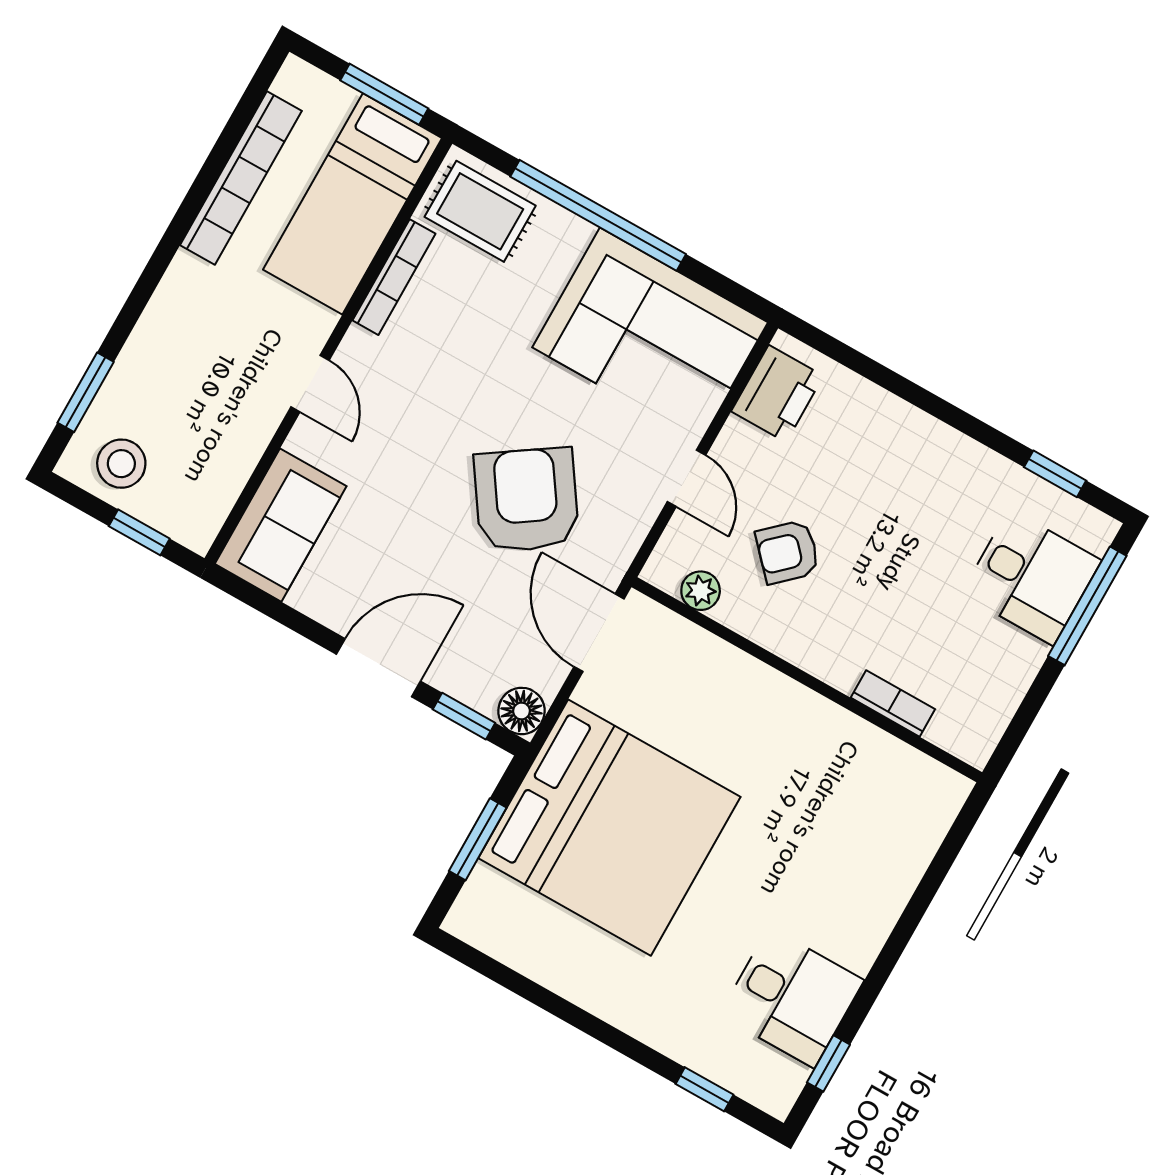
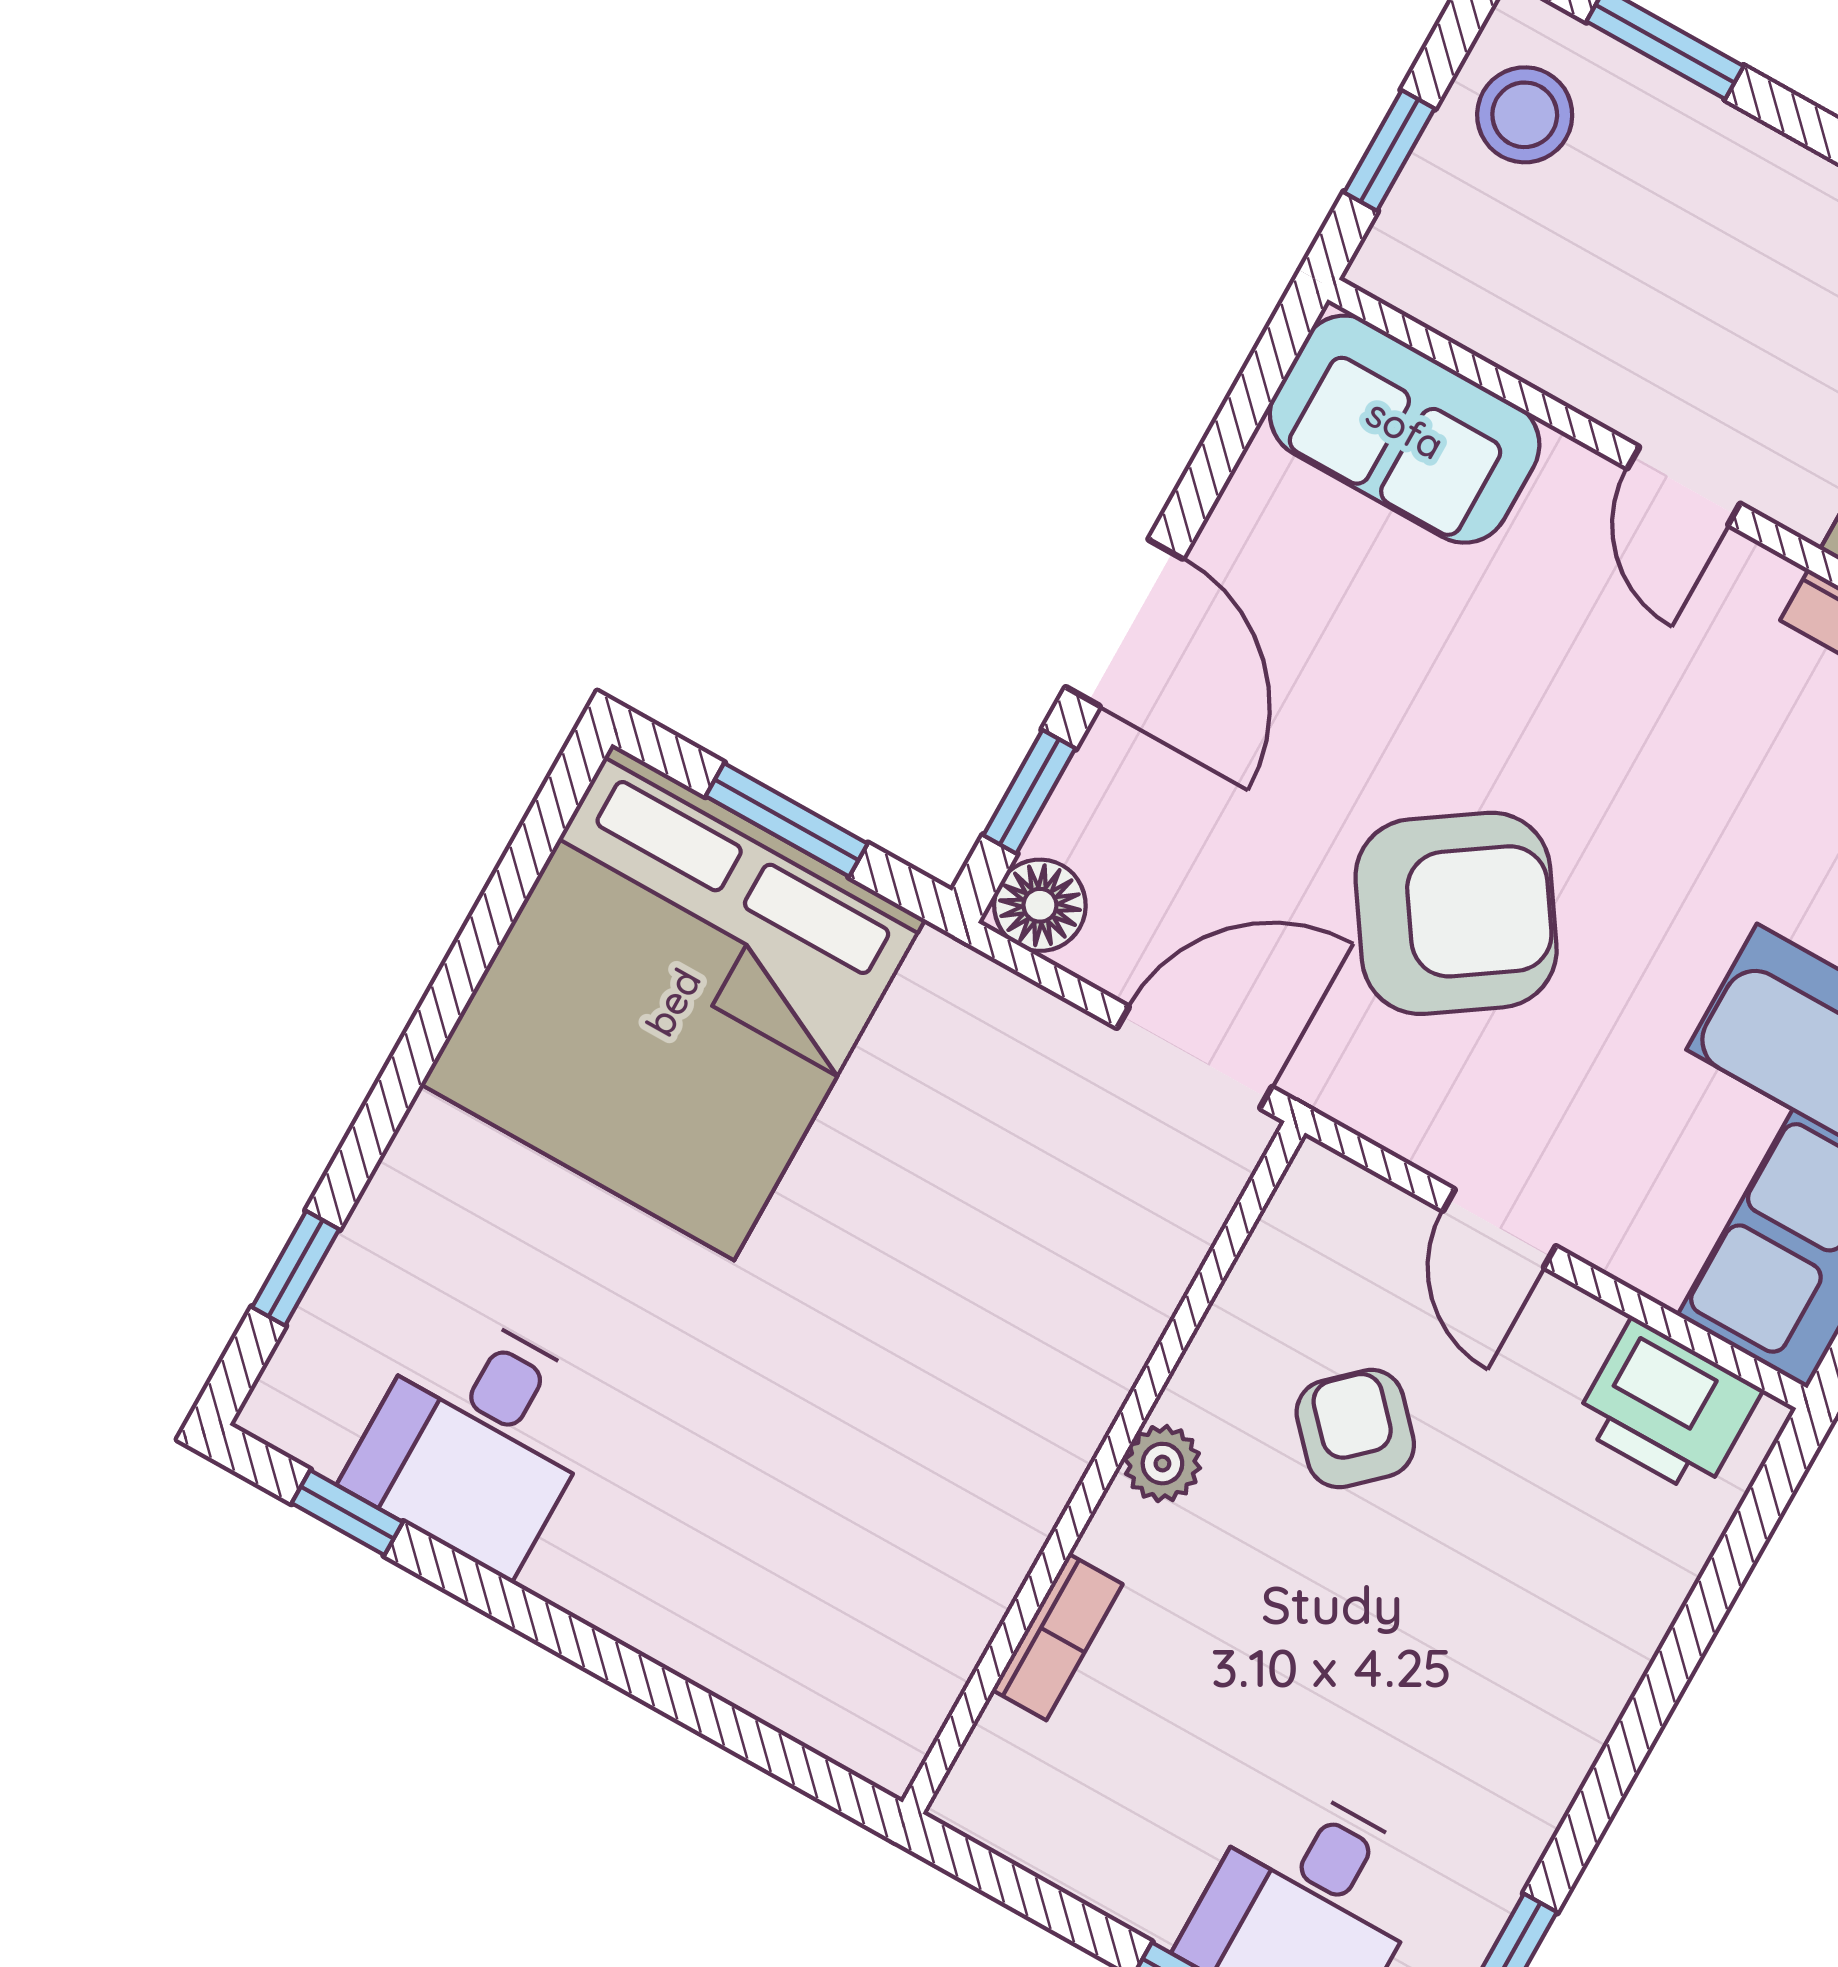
door: (310, 384) -> (1684, 486), hinge flipped
door: (686, 478) -> (1499, 1229), hinge flipped
plant: (701, 591) -> (1162, 1464), moved
bed: (609, 828) -> (673, 1002), moved

